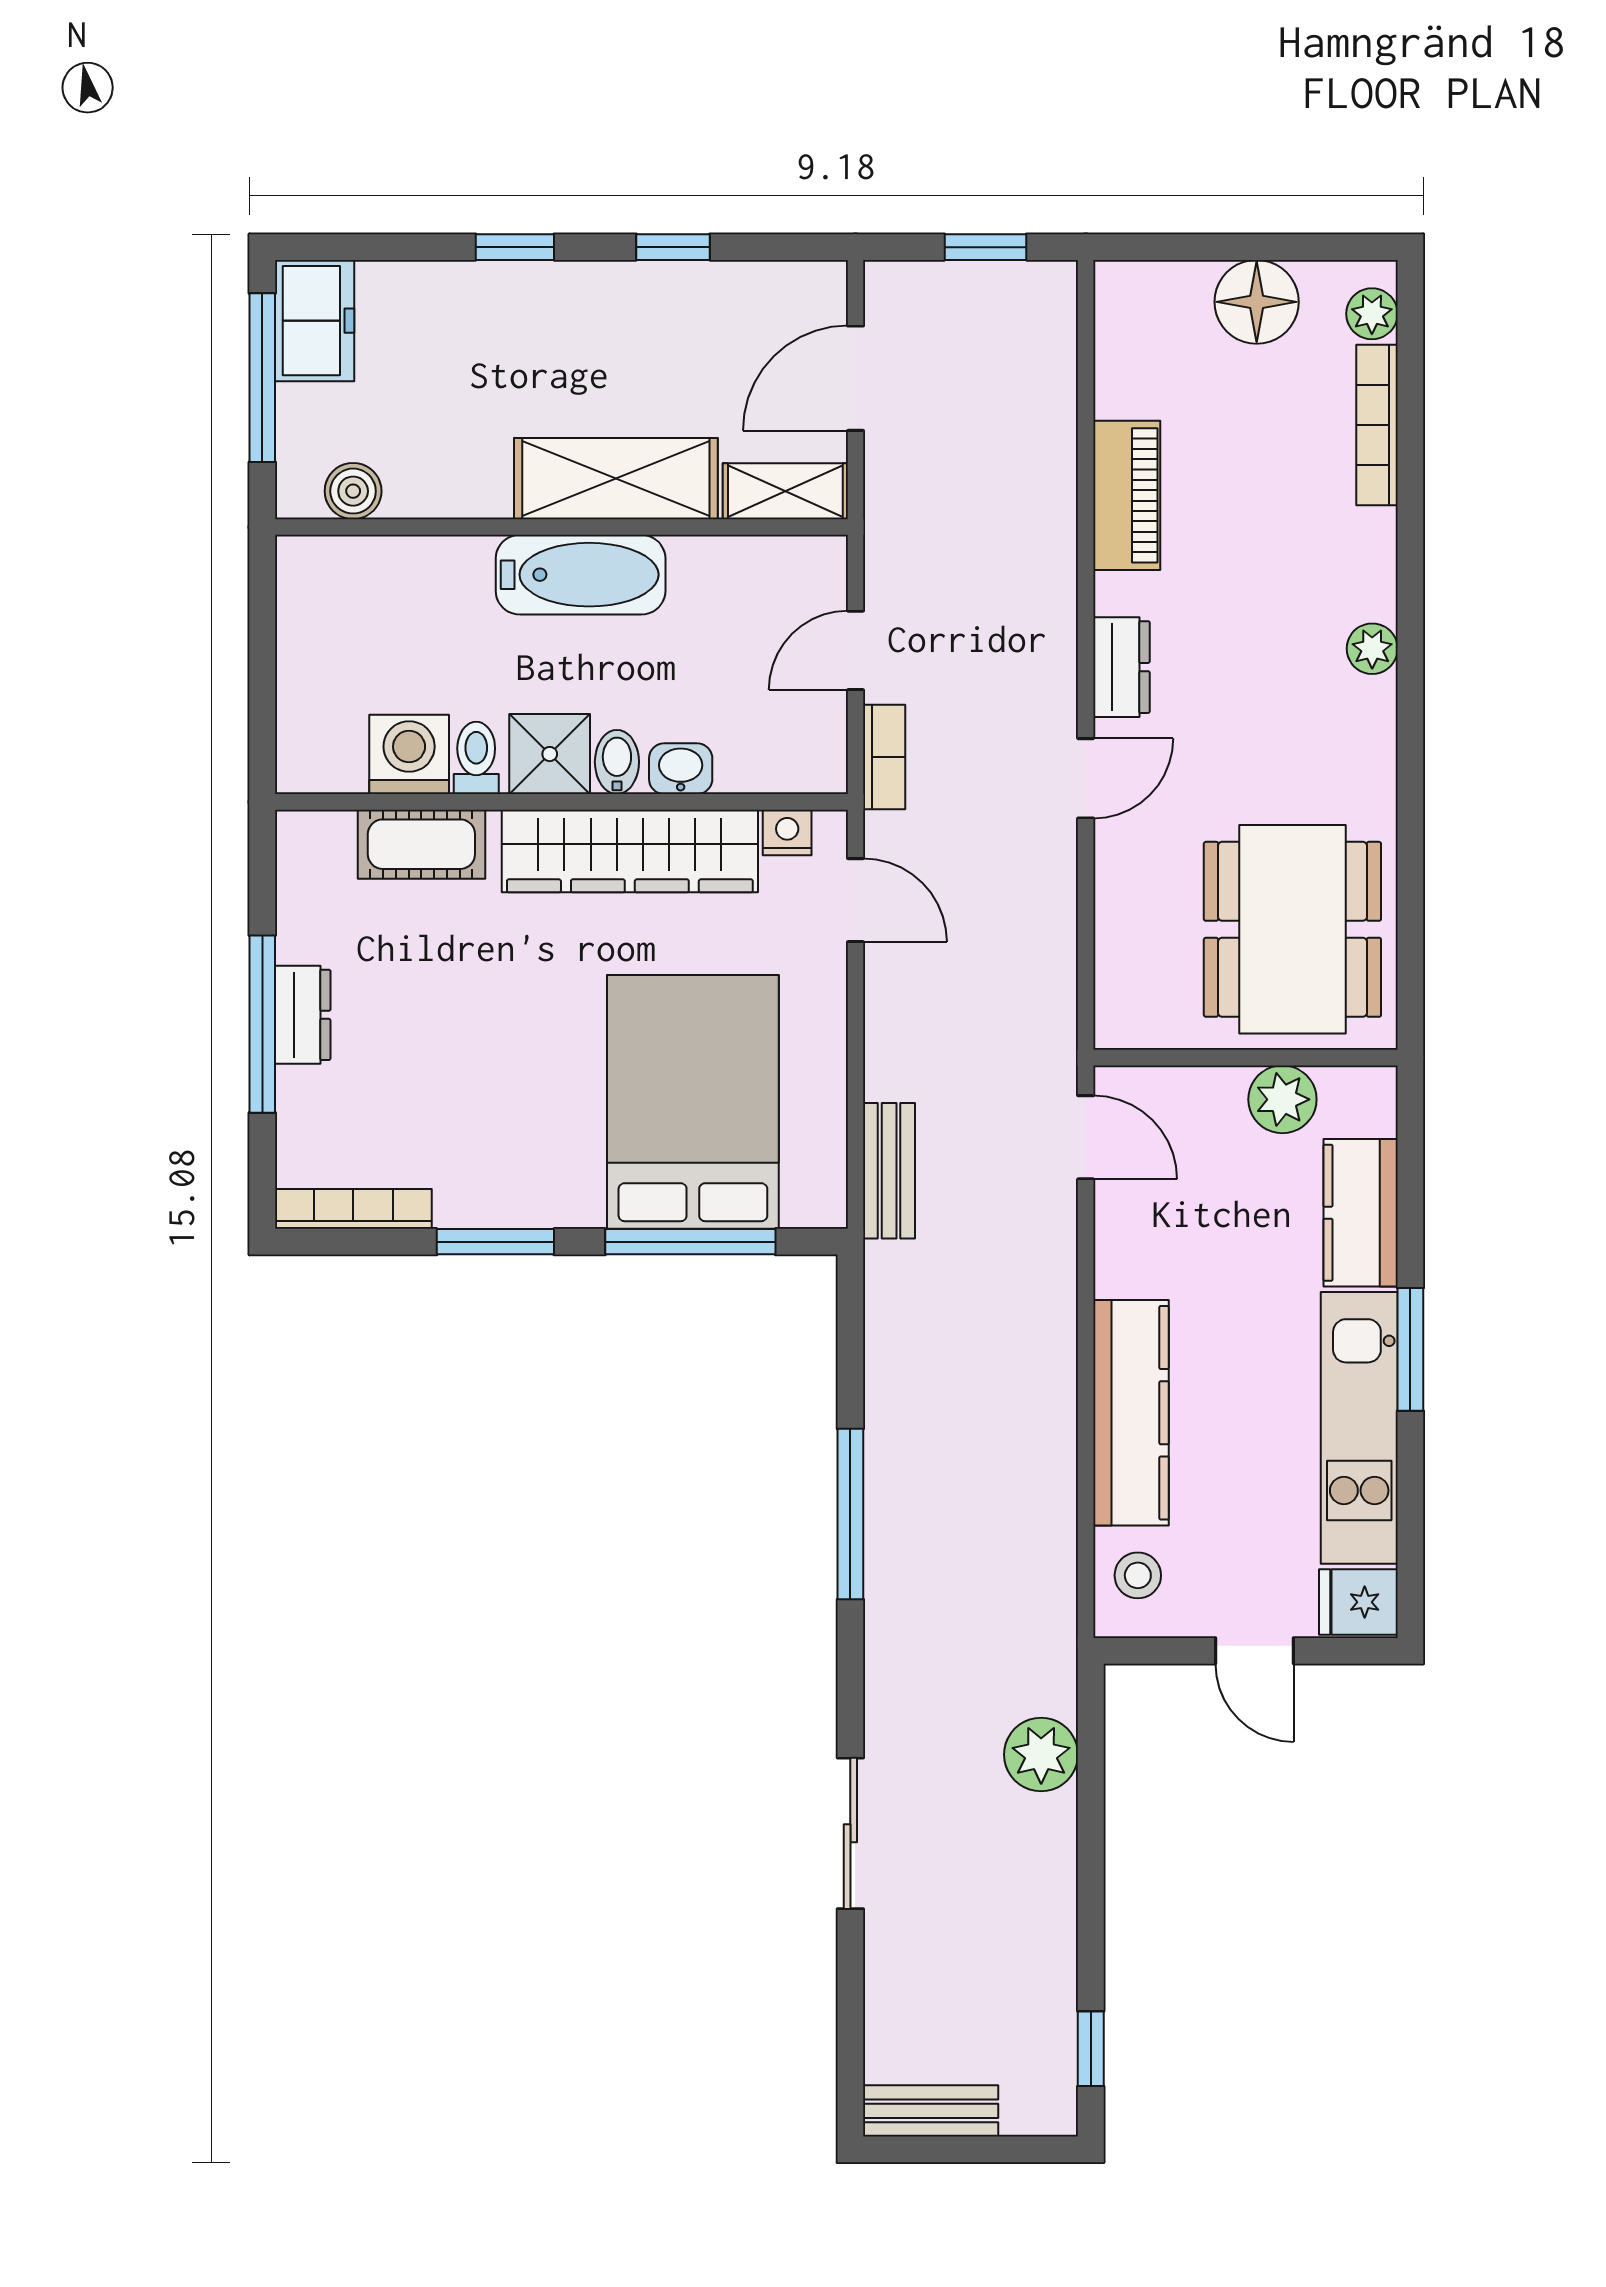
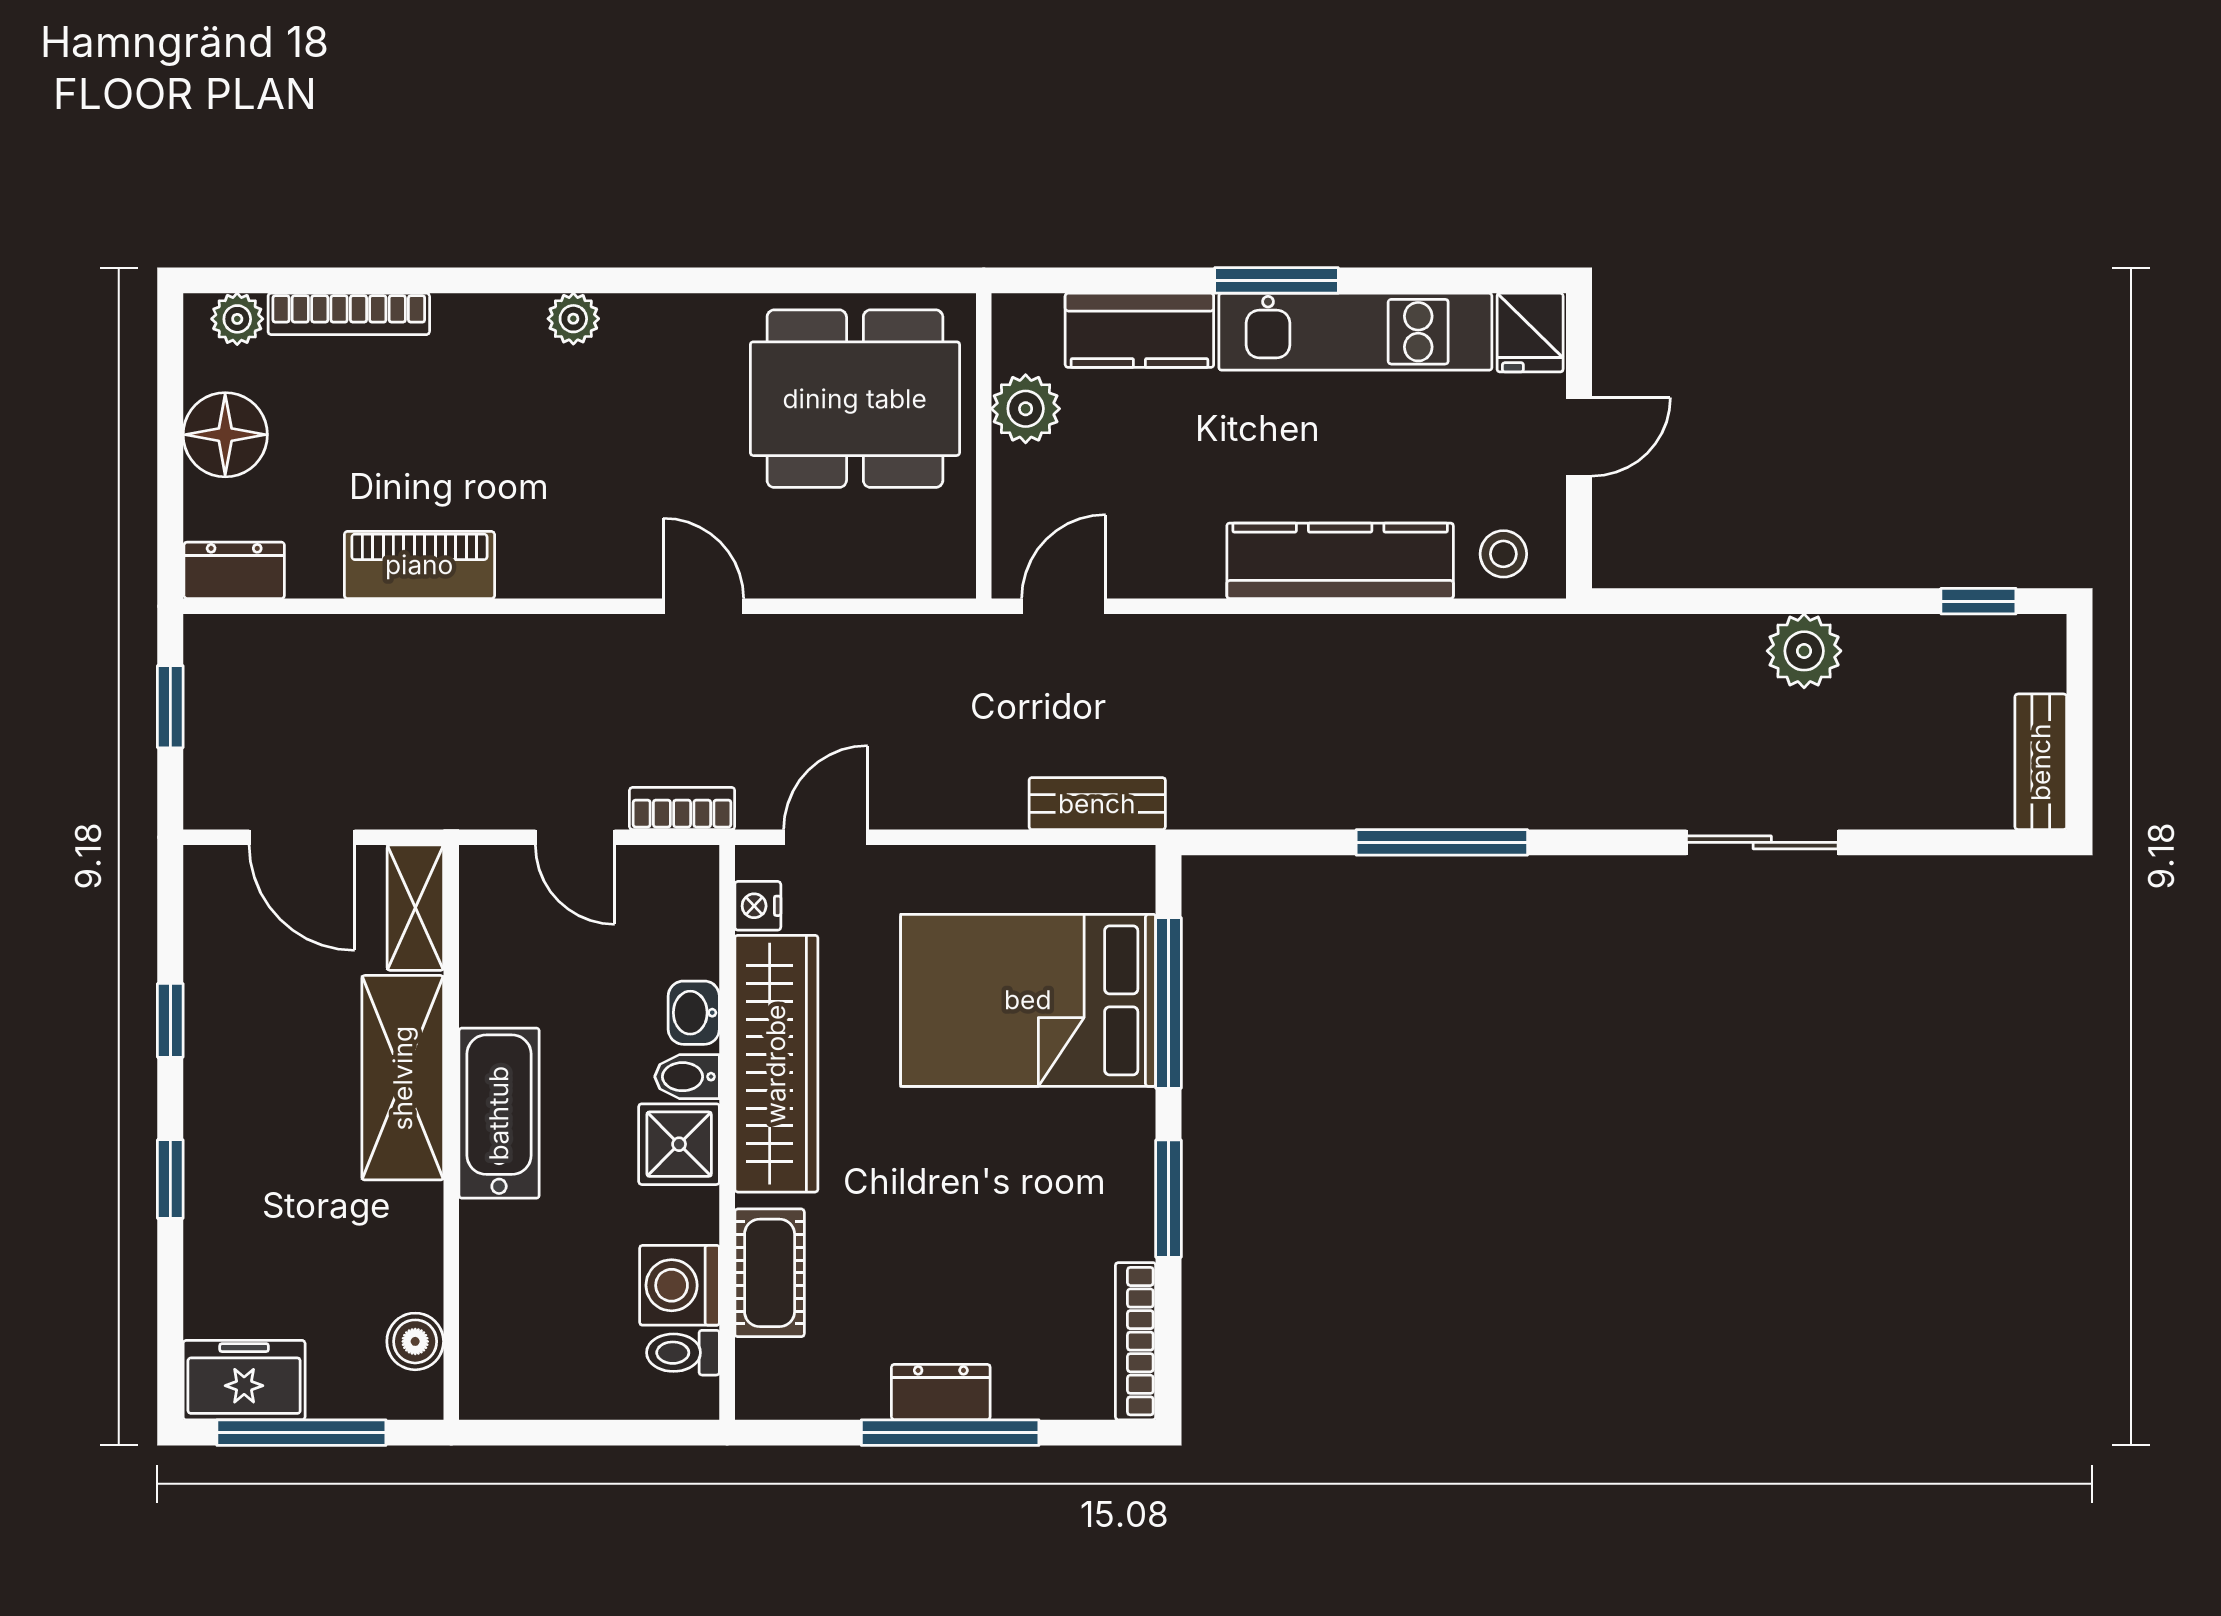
dresser: (1121, 667) -> (234, 570), moved
toilet: (476, 758) -> (683, 1353), moved
plant: (1041, 1755) -> (1804, 651), moved

